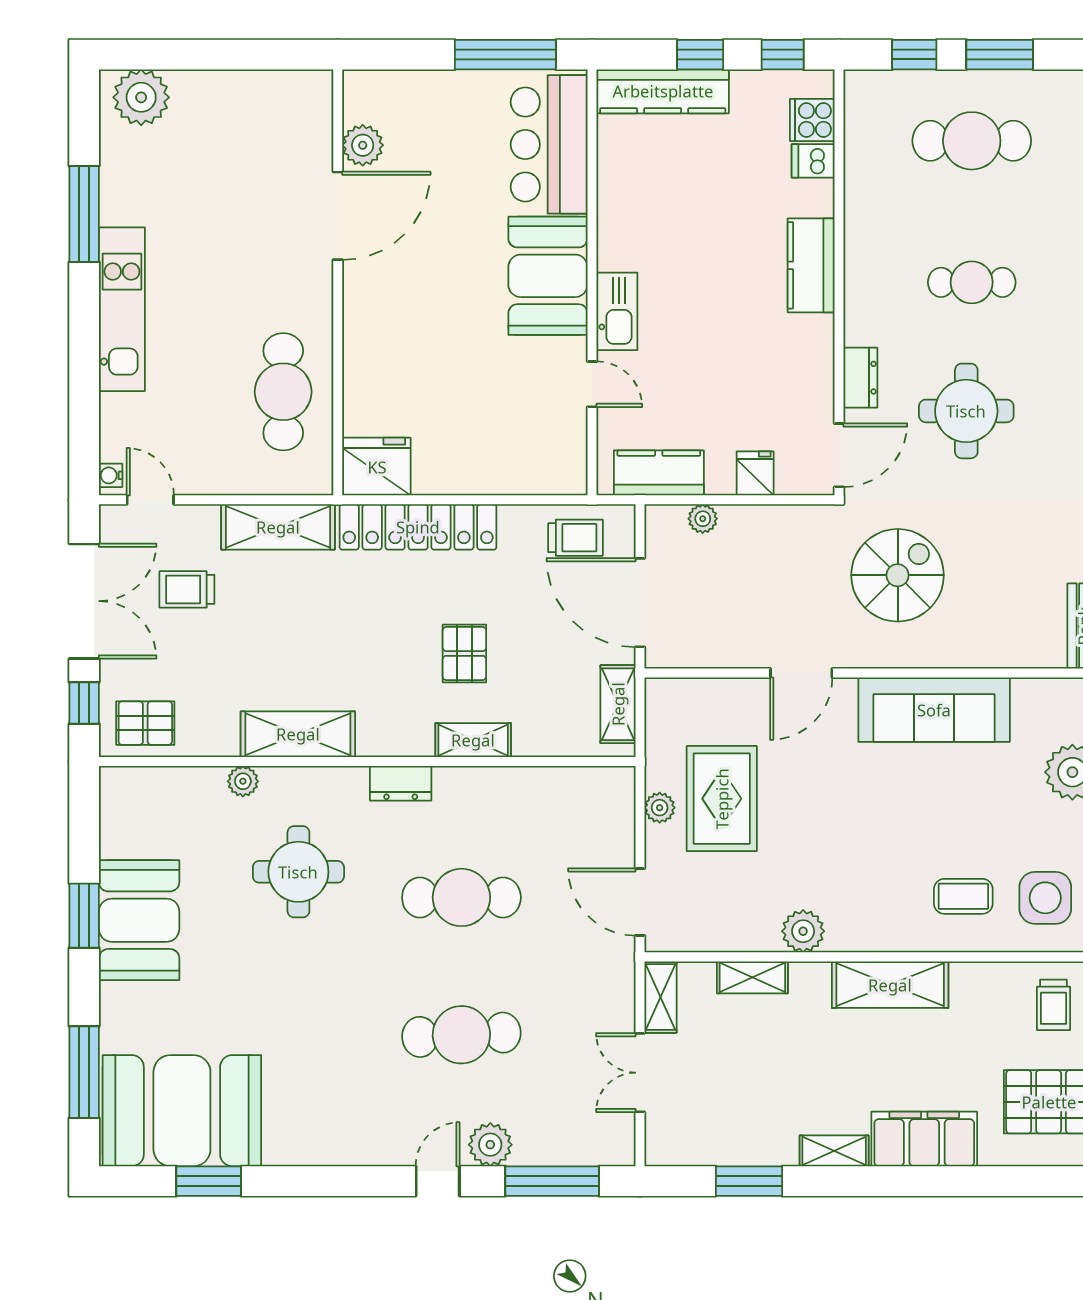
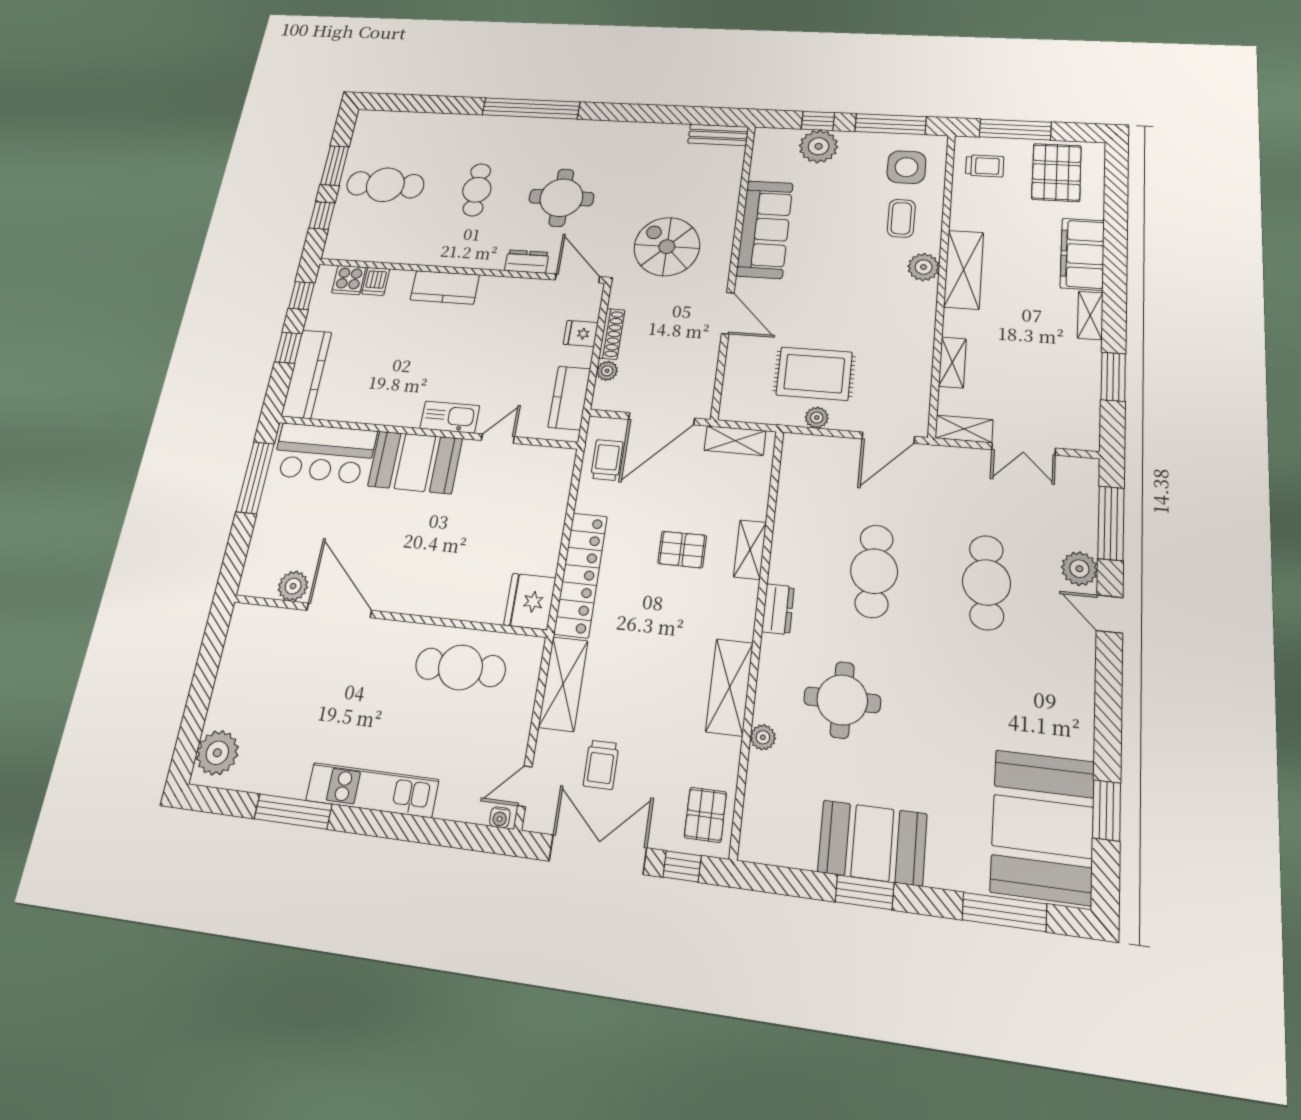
cafe table: (972, 141) -> (385, 185), turned 90
shoe rack: (758, 517) -> (612, 334), added
plant: (803, 931) -> (924, 267), moved

